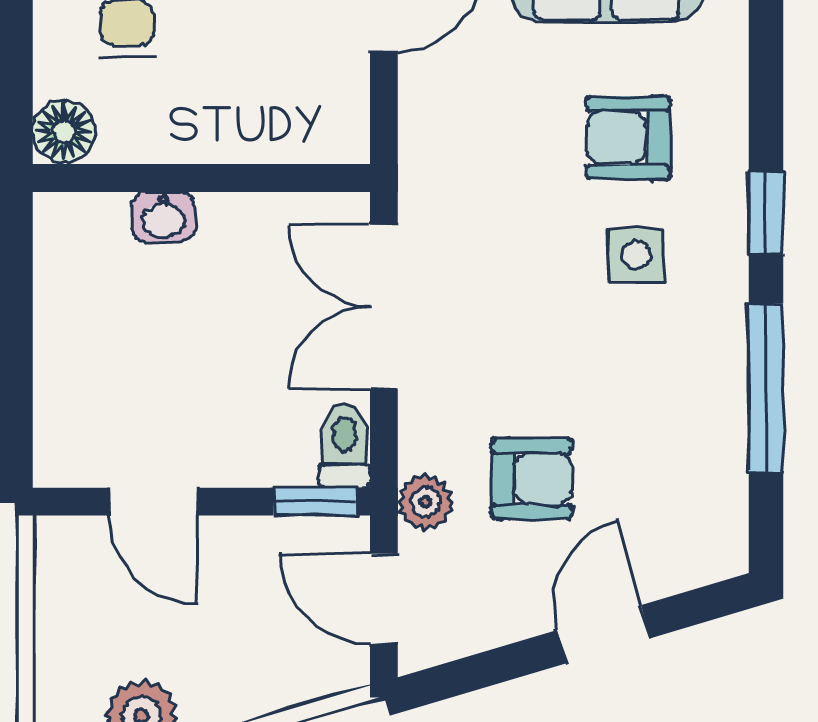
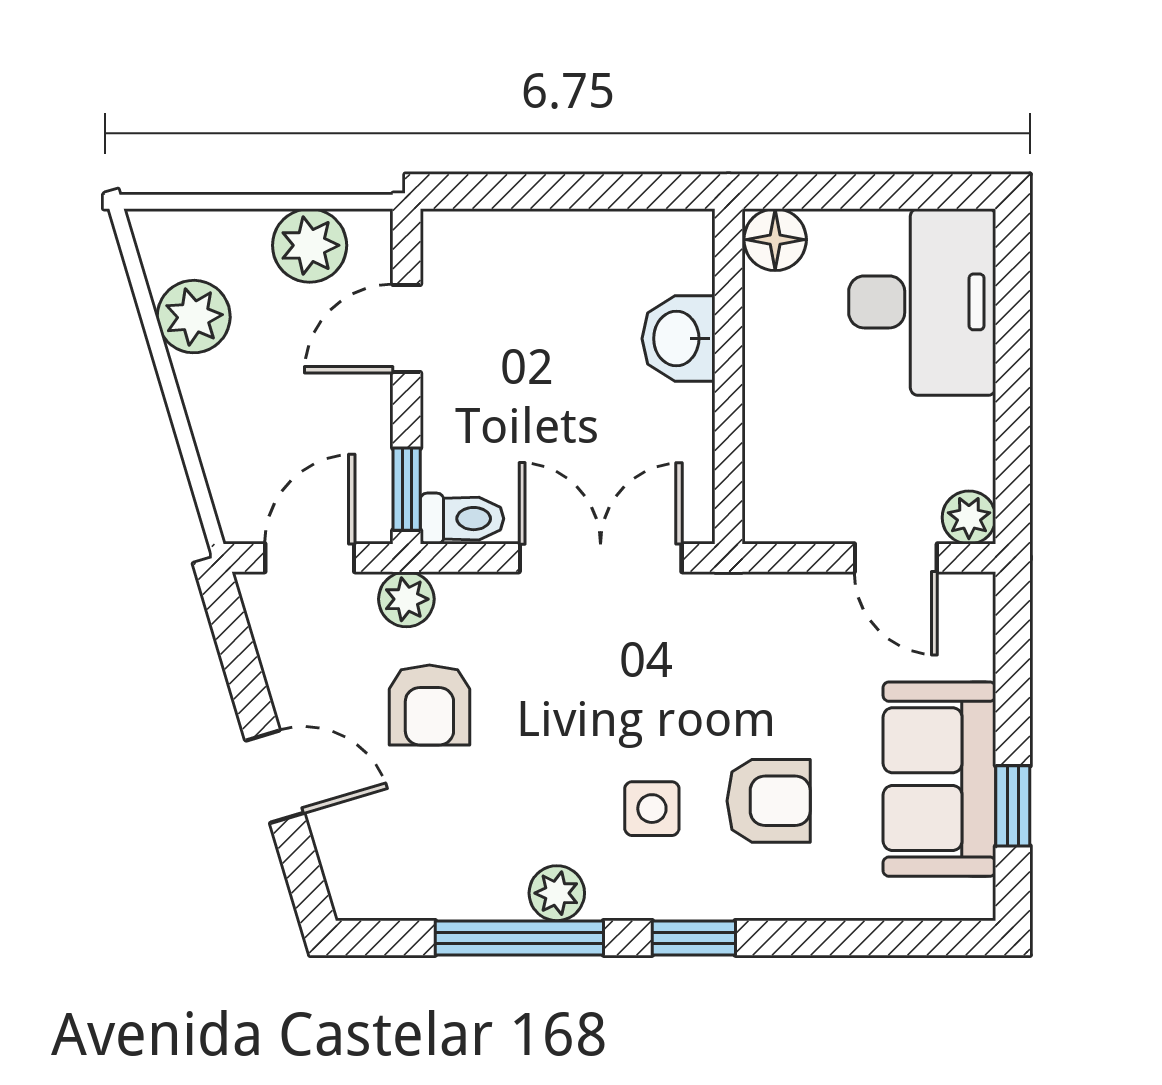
armchair: (628, 138) -> (769, 801), turned 90
washbasin: (163, 217) -> (678, 339), width x1.38, depth x1.45
plant: (721, 351) -> (557, 893), added
plant: (70, 599) -> (310, 245), added

